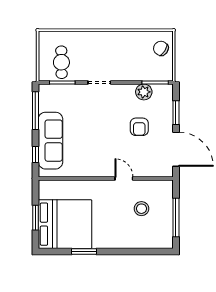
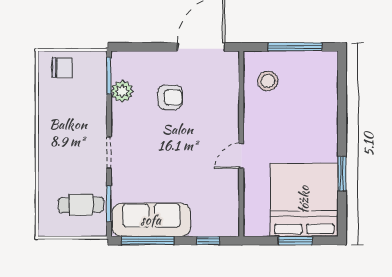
chair: (161, 48) -> (62, 68), turned -123
window: (176, 113) -> (151, 47), removed
sofa: (50, 141) -> (151, 220), moved
door: (124, 178) -> (241, 156), moved
stool: (141, 209) -> (268, 81), moved

